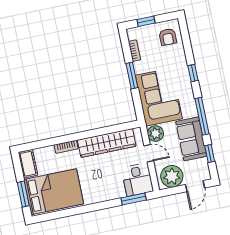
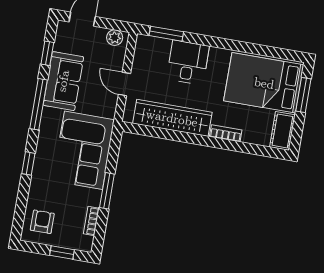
plant: (155, 134) -> (106, 106), removed
plant: (172, 176) -> (115, 38), width x0.53, depth x0.53
desk: (137, 180) -> (188, 62), moved

